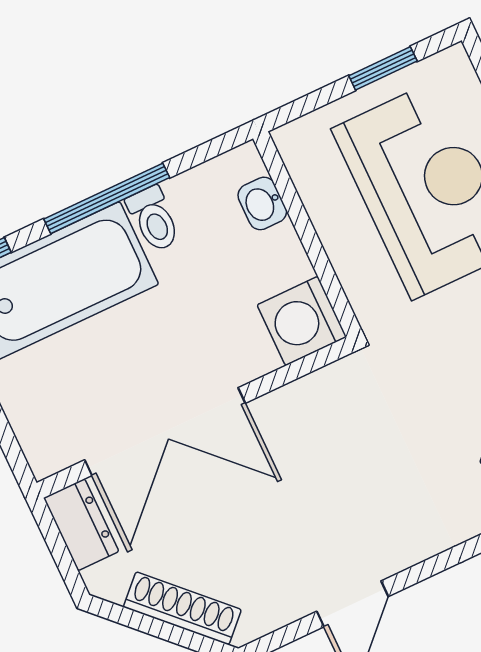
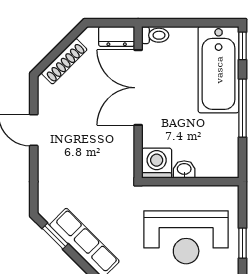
washbasin: (262, 203) -> (184, 169), moved
toilet: (154, 219) -> (155, 35), moved, turned 180

